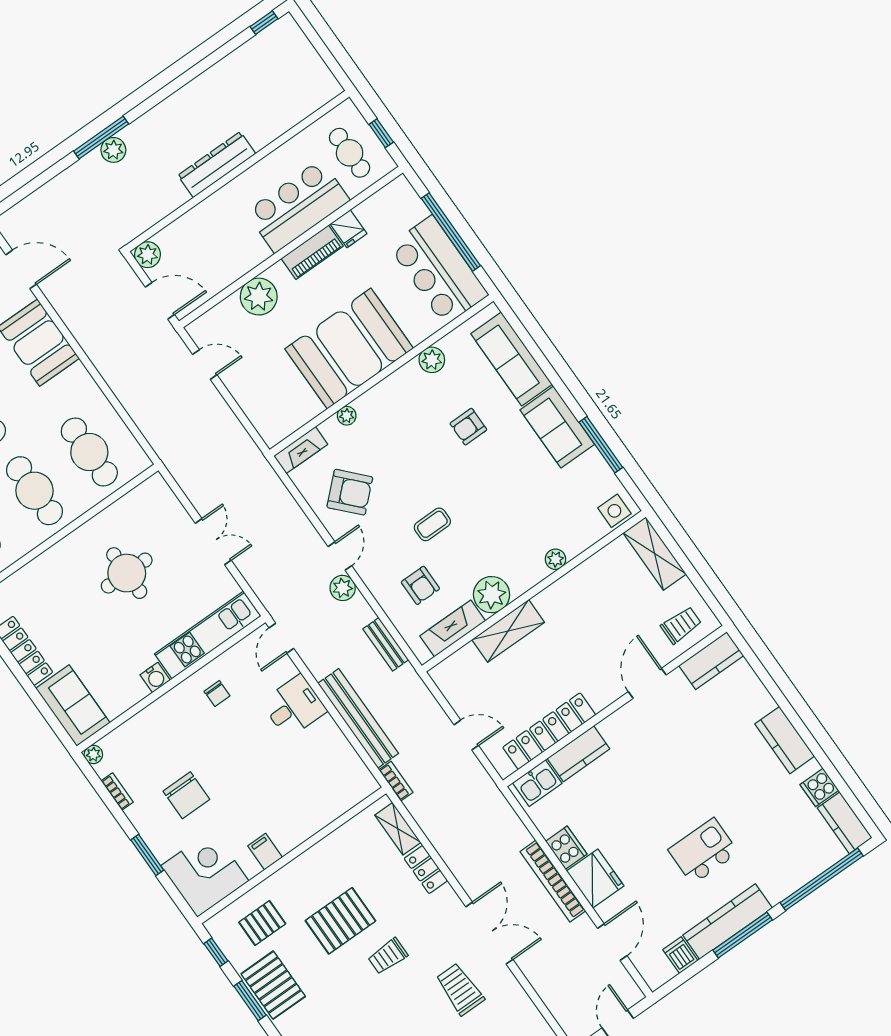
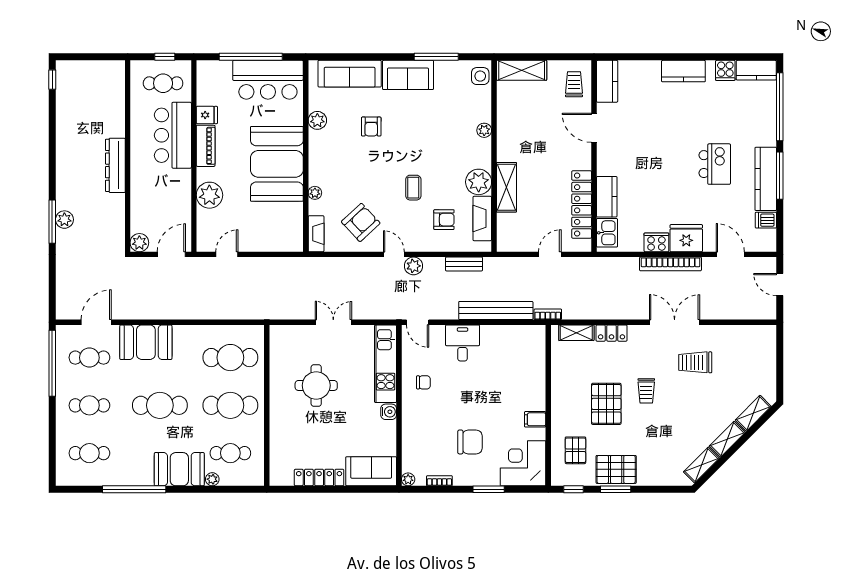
kitchen island: (703, 851) -> (715, 164), turned 180

